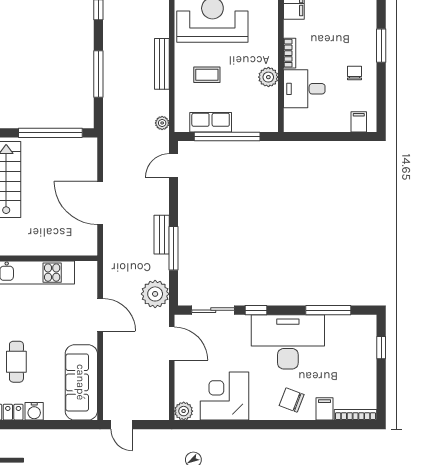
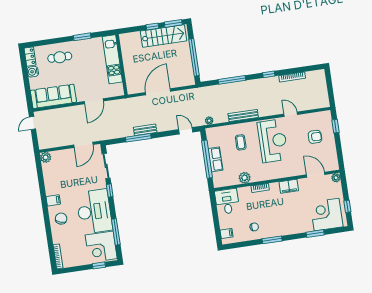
desk: (304, 89) -> (227, 201), moved
row of seats: (211, 122) -> (215, 159), moved
plant: (155, 294) -> (110, 131), removed
corner desk: (225, 396) -> (101, 247), moved, turned 180
filing cabinet: (324, 409) -> (53, 200), moved

